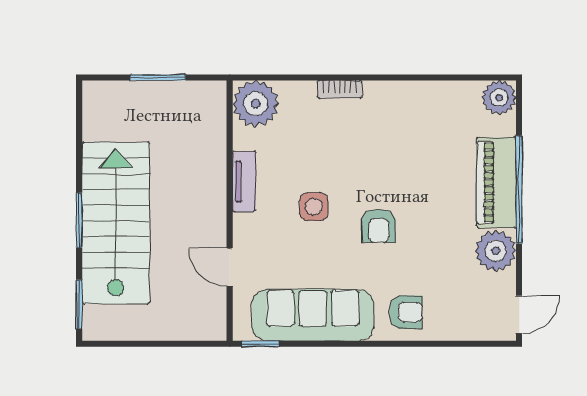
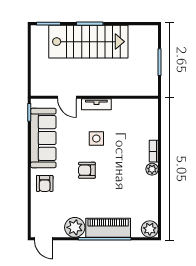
plant: (256, 104) -> (152, 169), moved, width x0.53, depth x0.53
tv unit: (244, 182) -> (96, 104), moved
door: (230, 267) -> (67, 97), swing flipped

